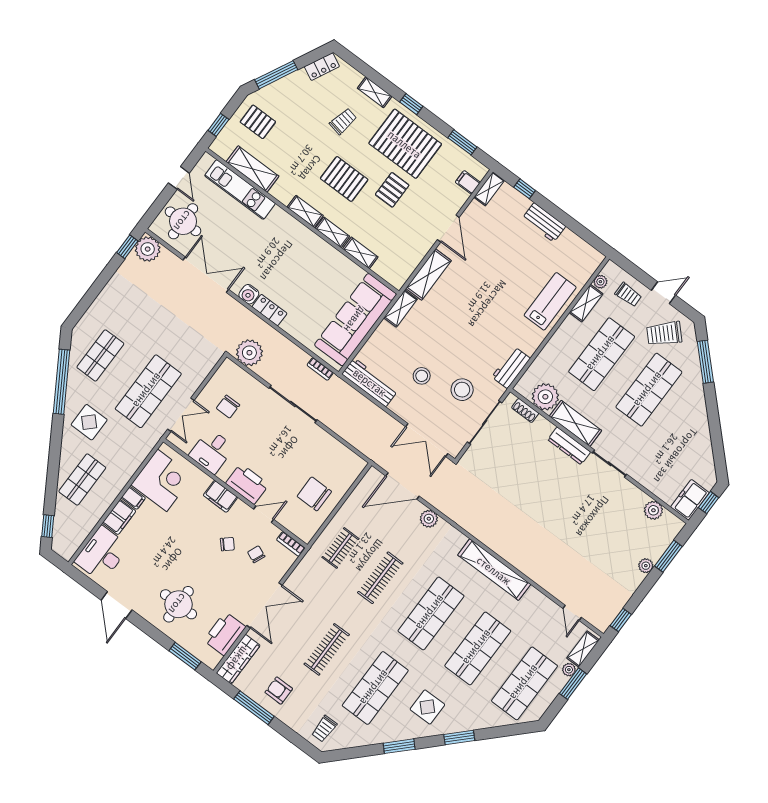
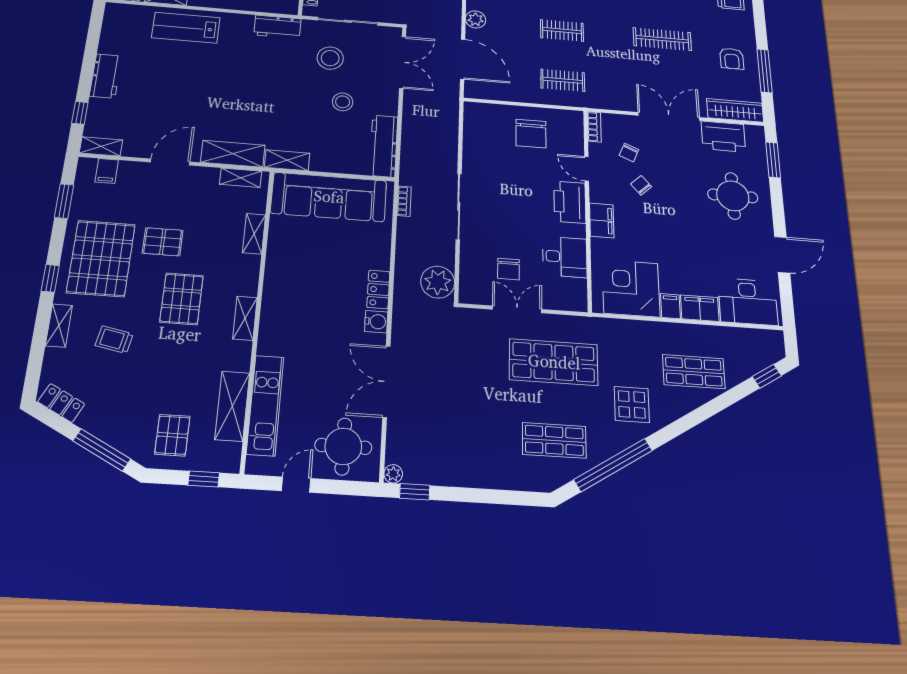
shelving: (332, 232) -> (241, 178), moved, turned 90
plant: (148, 249) -> (393, 474), width x0.53, depth x0.53
chair: (228, 407) -> (508, 269), turned 90
double door: (181, 415) -> (517, 309), moved
clothes rail: (380, 578) -> (562, 30), width x0.73

